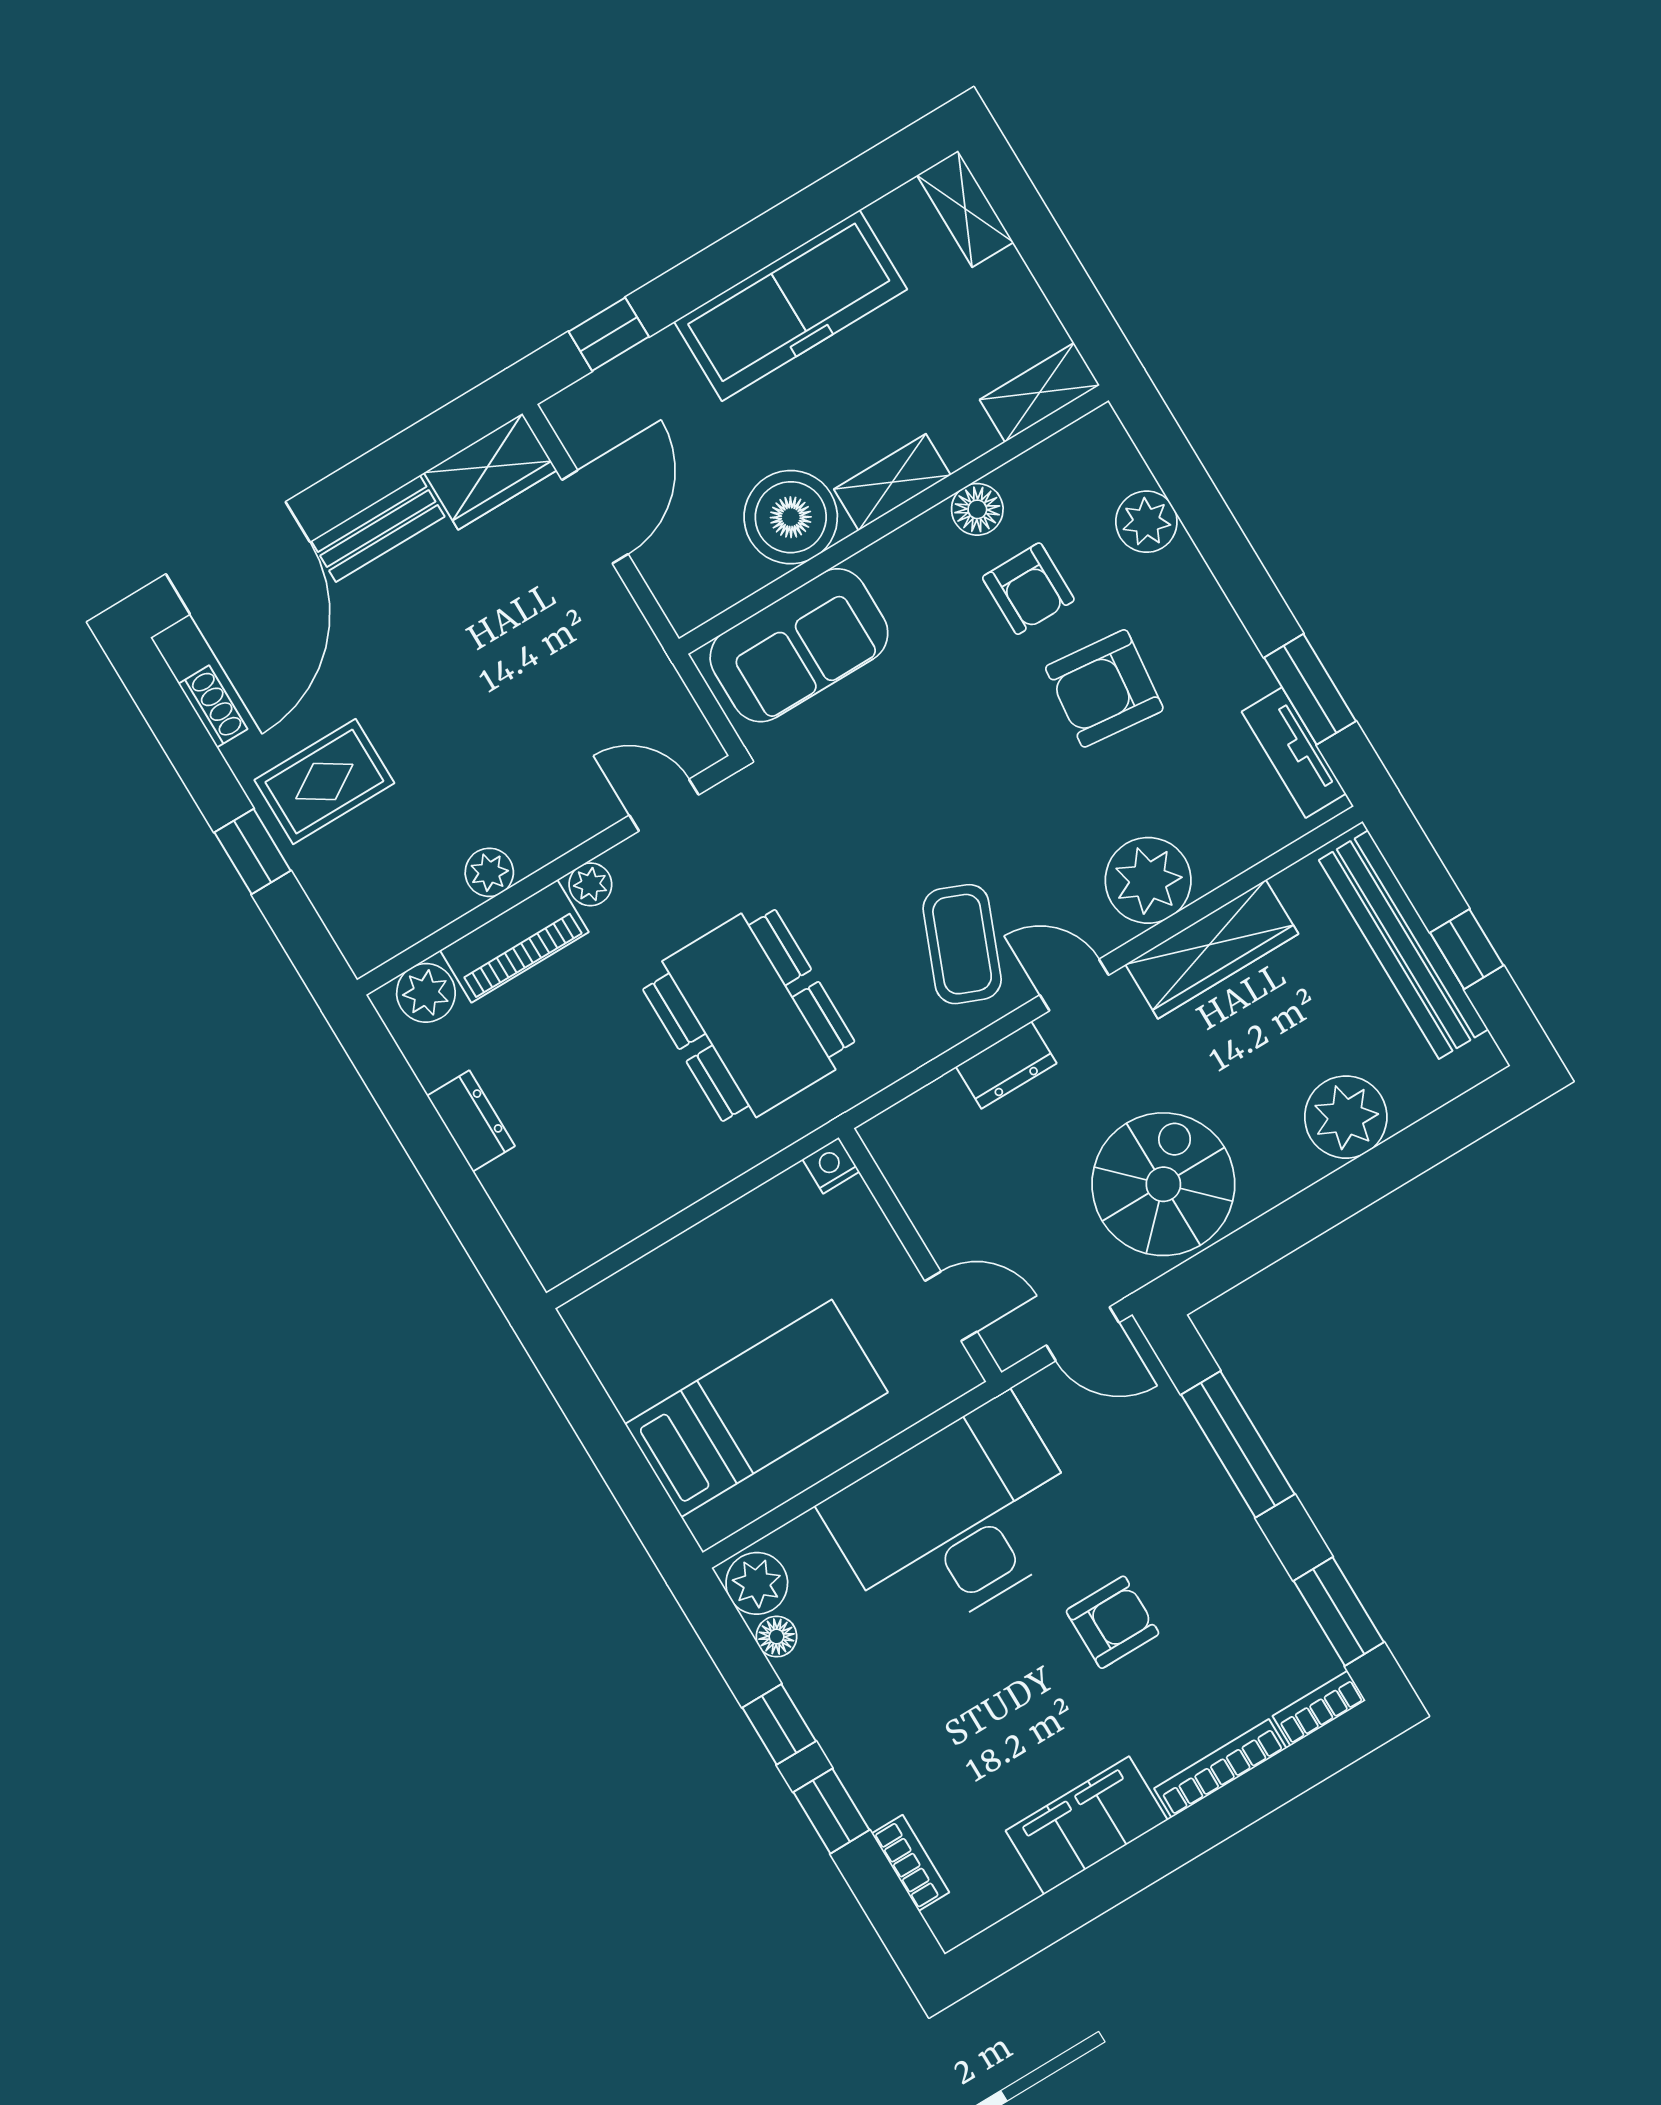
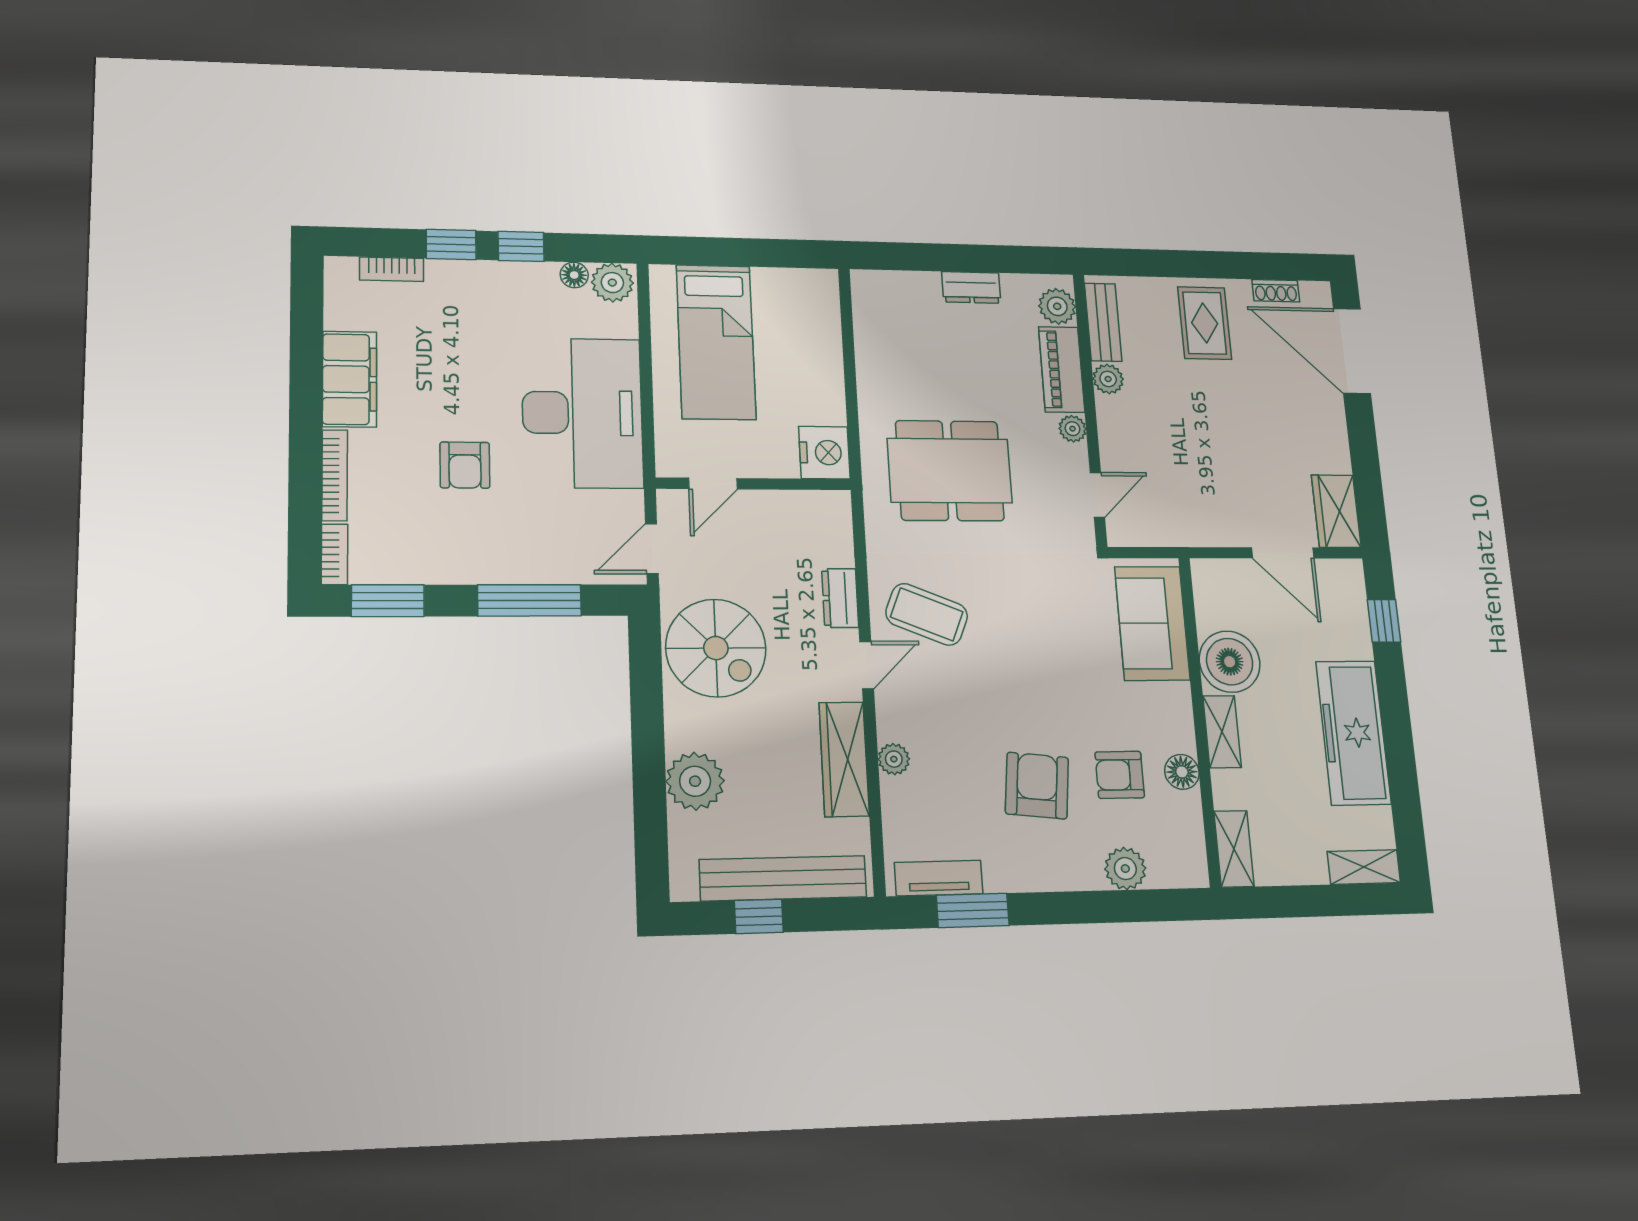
bench: (378, 529) -> (1103, 322), moved
window: (253, 851) -> (1185, 264), removed
plant: (1148, 880) -> (894, 759), width x0.53, depth x0.53
nightstand: (831, 1165) -> (824, 453), width x1.89, depth x1.79

